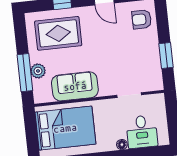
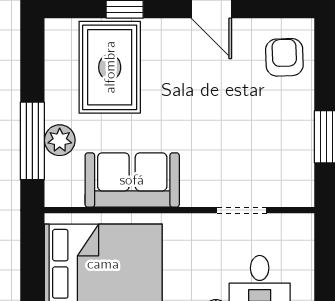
armchair: (142, 19) -> (284, 57), turned 88
rug: (58, 33) -> (110, 67), turned 90

